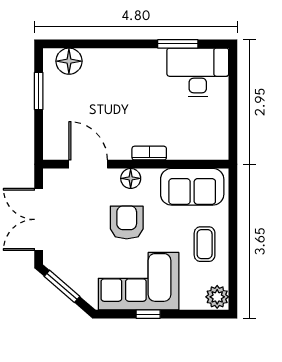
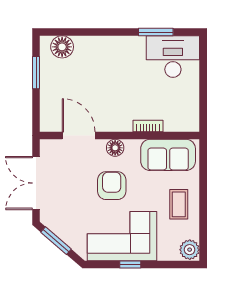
bookcase: (149, 153) -> (148, 126), moved

